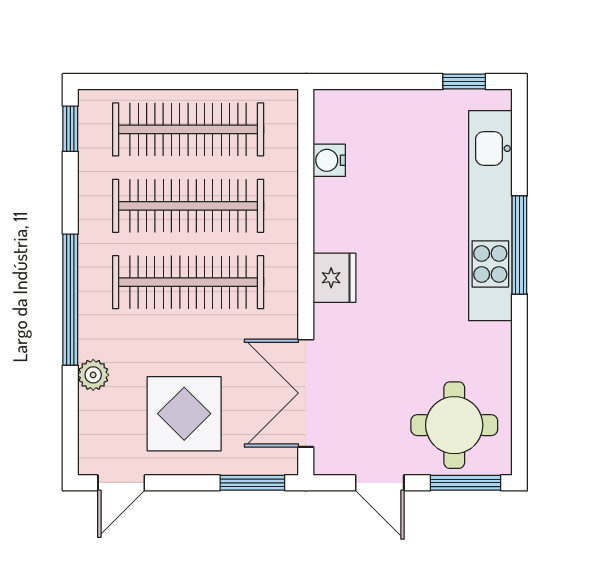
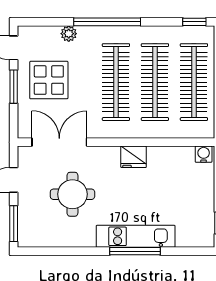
water cooler: (329, 160) -> (204, 154), moved
kitchen unit: (490, 216) -> (136, 236), width x0.73
fridge: (335, 278) -> (134, 157), moved
round table: (454, 425) -> (72, 194), moved
window: (252, 483) -> (14, 87), moved

